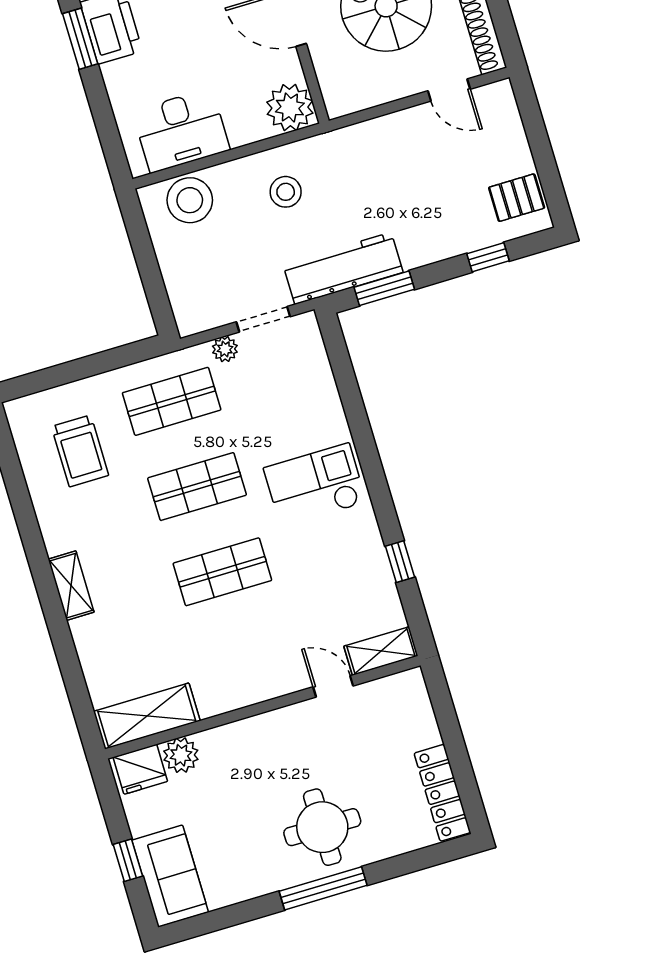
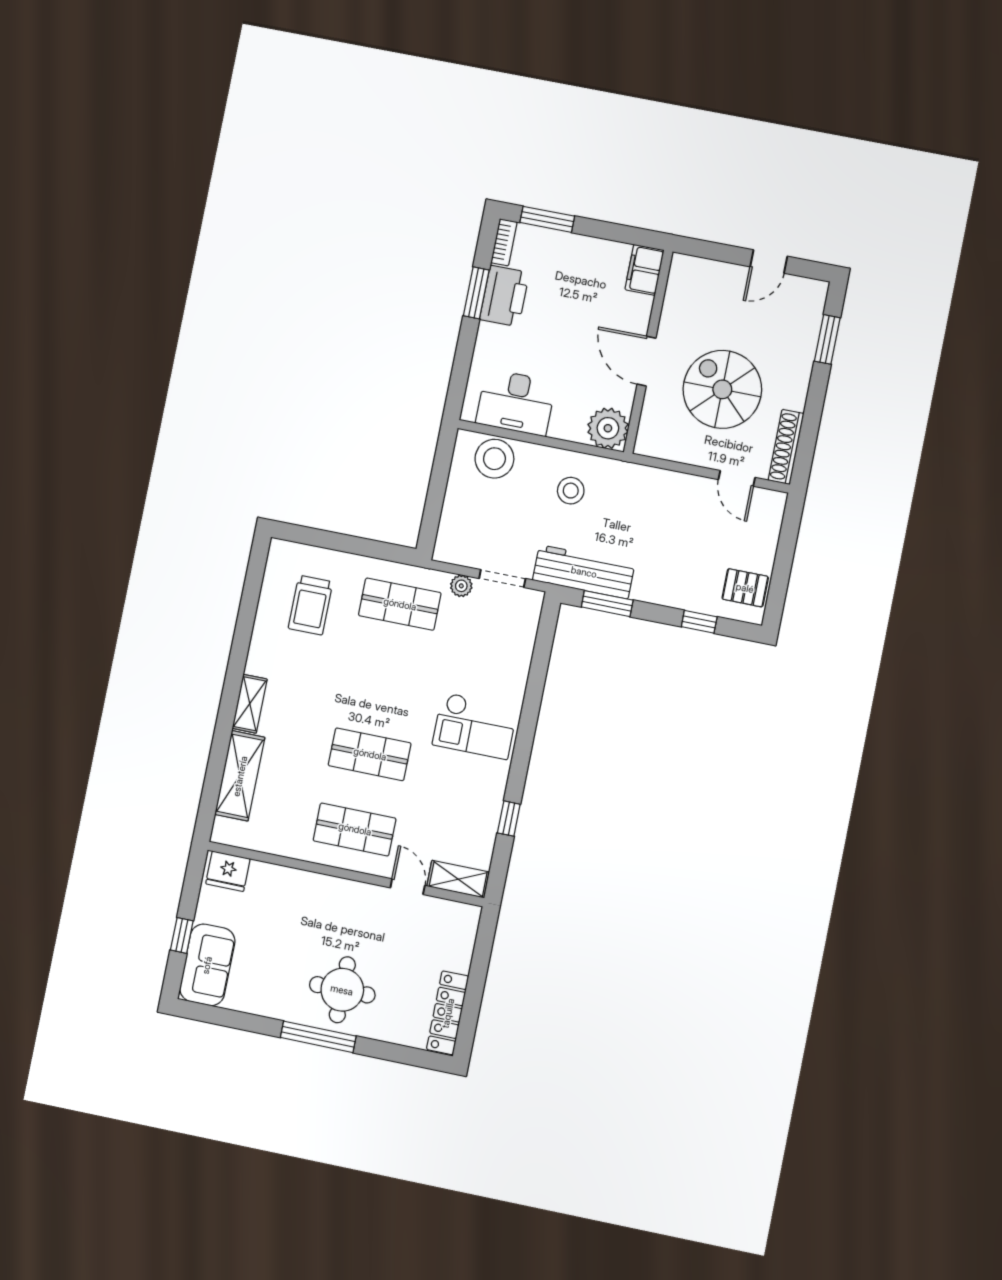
checkout: (315, 485) -> (475, 726), turned 180
shop shelf: (197, 487) -> (355, 829), moved
shelving: (147, 716) -> (240, 776), moved, turned 90
plant: (181, 755) -> (264, 877), removed

